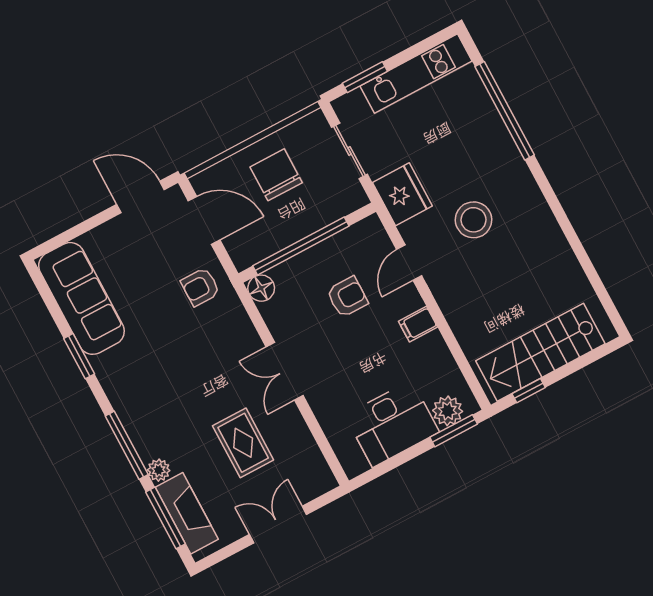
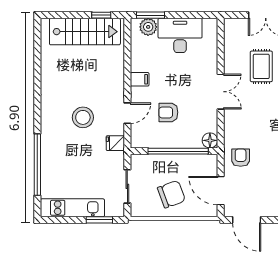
chair: (276, 175) -> (171, 194), turned -110
fridge: (402, 194) -> (115, 143), width x0.53, depth x0.75
armchair: (200, 287) -> (241, 158), turned -90

